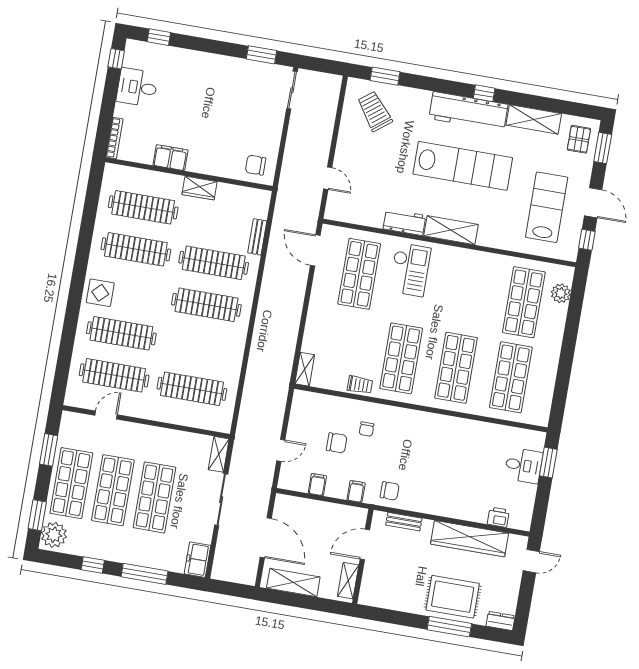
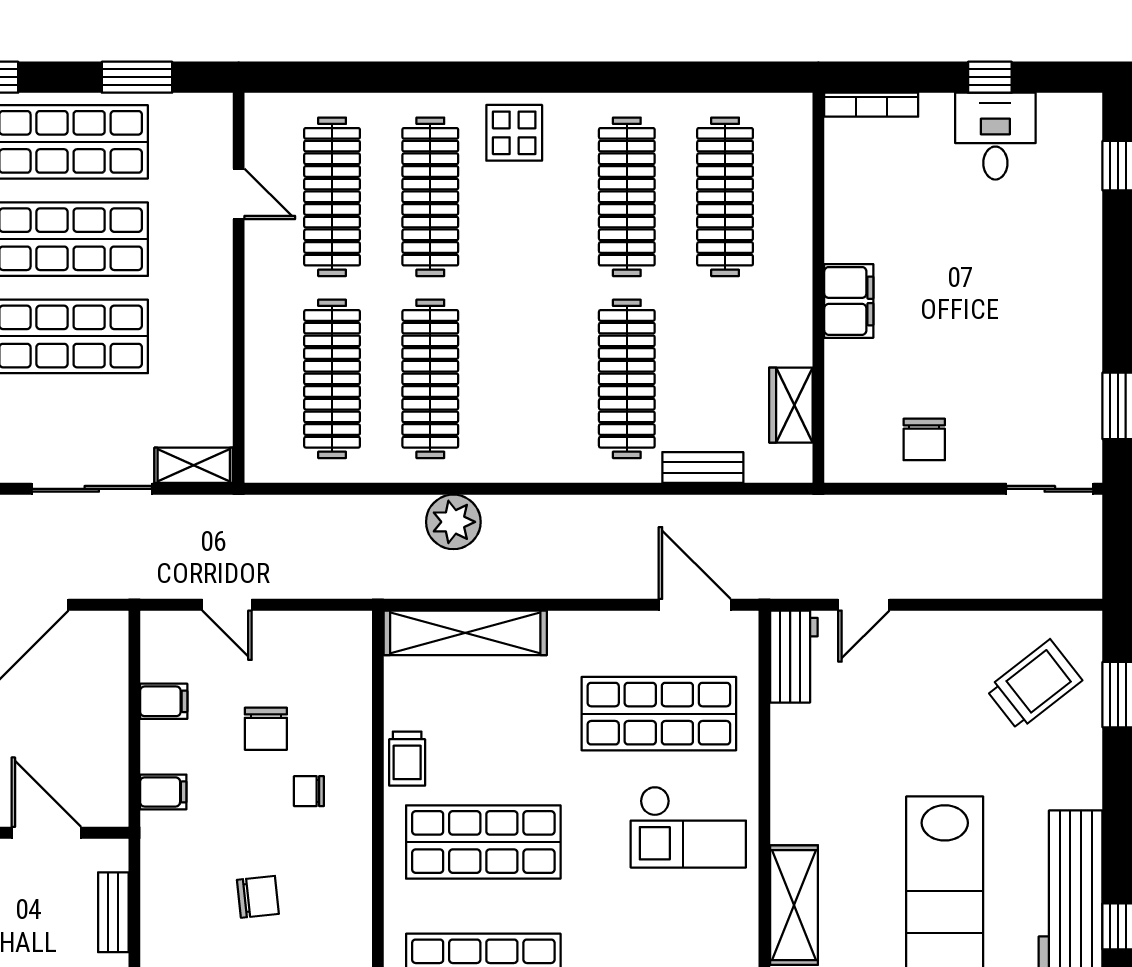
window: (116, 59) -> (990, 77), moved
filing cabinet: (170, 158) -> (849, 301), moved
chair: (256, 165) -> (924, 439), moved, turned 180
wardrobe: (200, 188) -> (791, 405), moved
workbench: (404, 222) -> (794, 657), moved
door: (315, 250) -> (695, 605), hinge flipped
clothes rail: (206, 305) -> (430, 379), moved
plant: (262, 348) -> (453, 522), added
shelving: (305, 369) -> (465, 633), width x2.20, depth x1.33
chair: (390, 491) -> (258, 897), moved, turned -96

